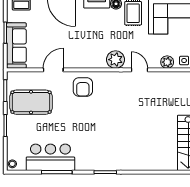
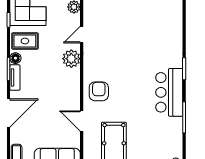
armchair: (83, 87) -> (99, 91), turned -90
bar counter: (50, 157) -> (169, 92), moved

